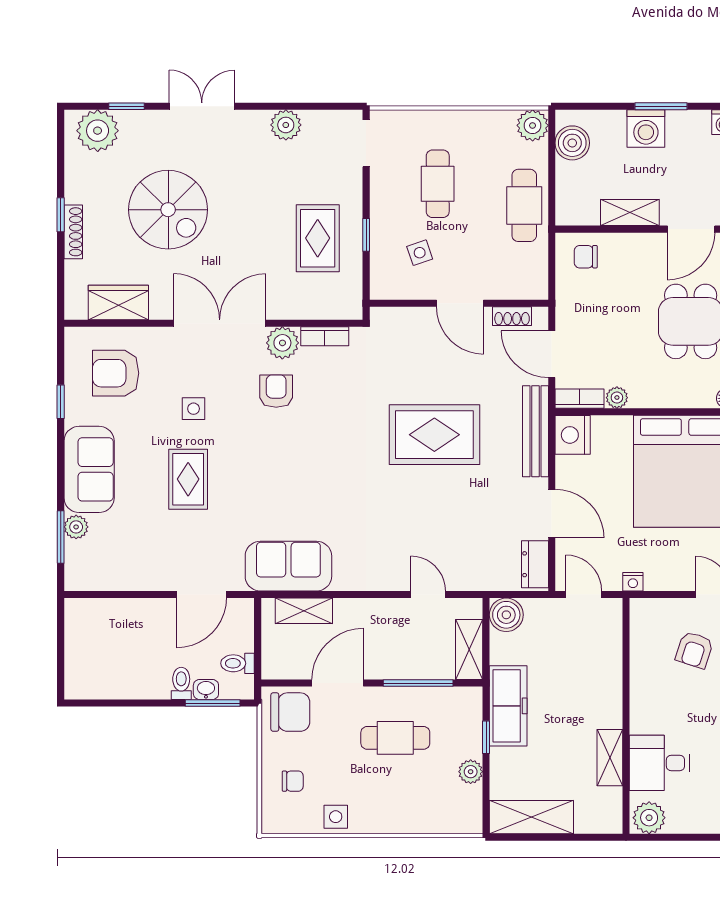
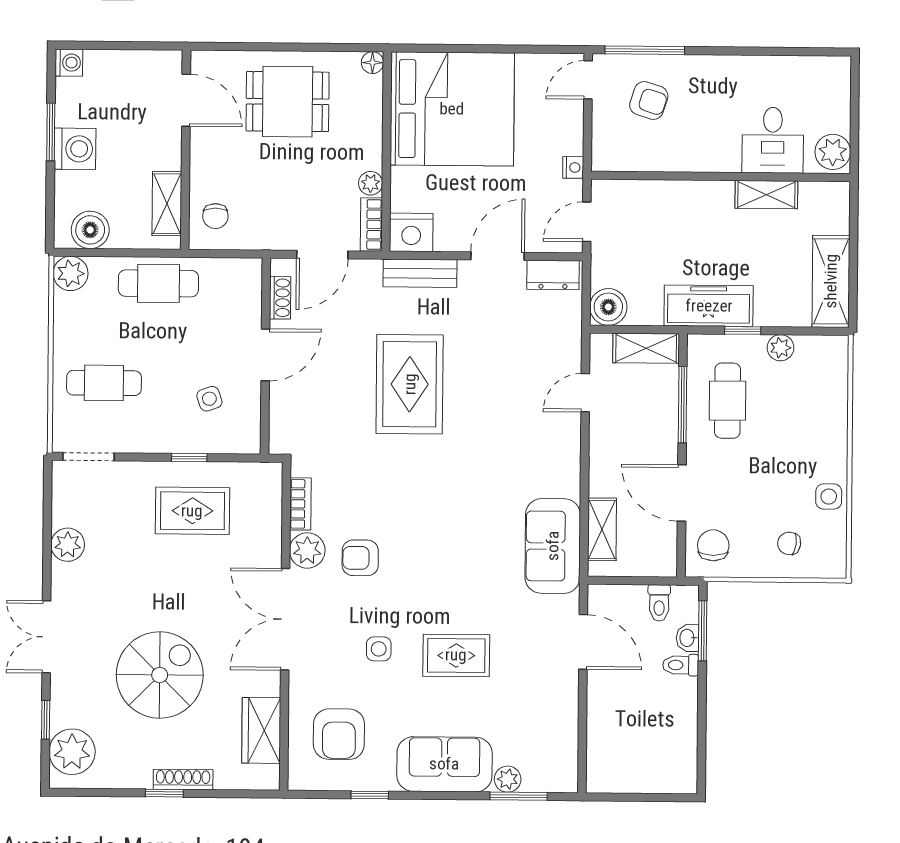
cafe table: (438, 184) -> (104, 383), moved
shelving: (630, 212) -> (167, 204), moved
bench: (535, 431) -> (420, 273), width x0.73
chair: (290, 712) -> (713, 545), width x0.73, depth x0.73
cafe table: (395, 738) -> (728, 401), moved
chair: (293, 781) -> (789, 543), turned -82

